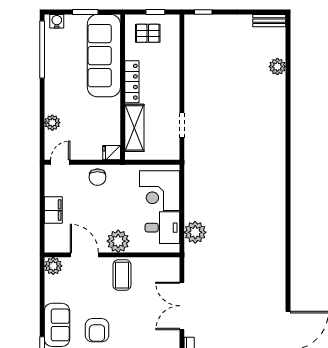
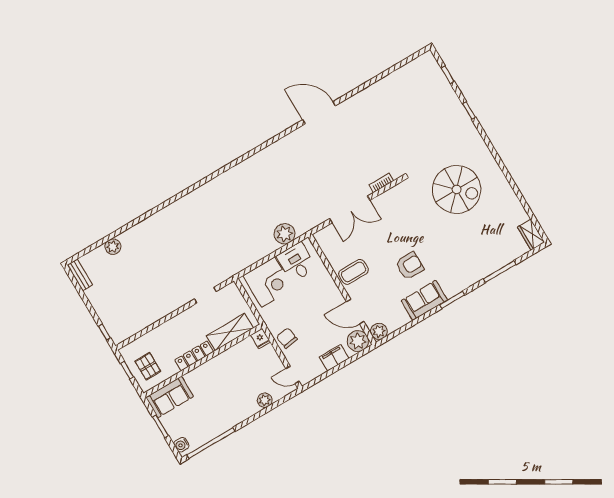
sofa: (104, 56) -> (170, 397), width x0.54, depth x0.79
chair: (97, 177) -> (287, 338), turned -98
plant: (118, 241) -> (358, 341), moved
door: (84, 255) -> (355, 312), hinge flipped

